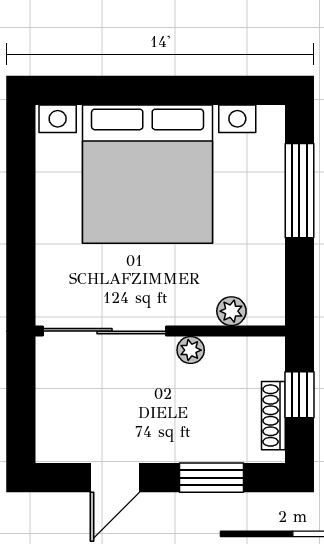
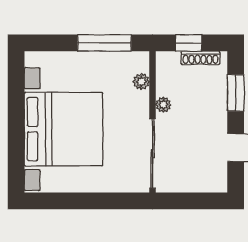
window: (299, 191) -> (104, 43), moved

